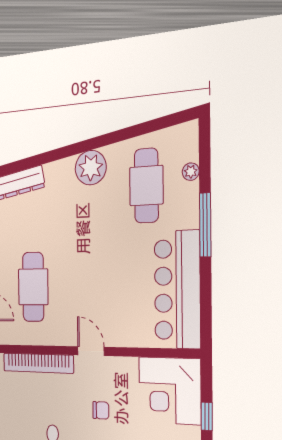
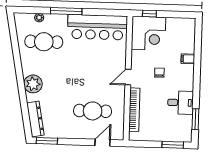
plant: (91, 168) -> (33, 84), moved
window: (207, 416) -> (149, 14), moved

